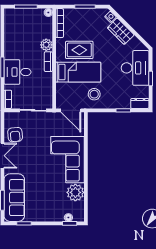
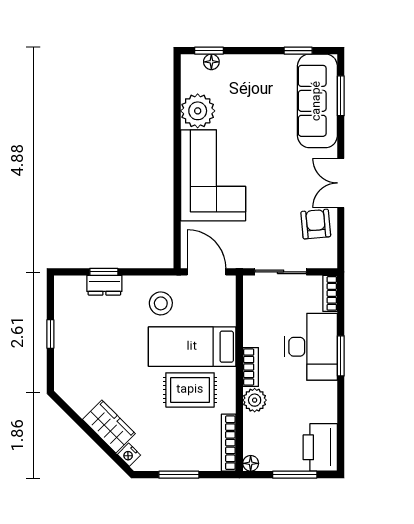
printer: (13, 21) -> (320, 447), added
desk: (135, 68) -> (81, 355), removed
desk: (17, 72) -> (311, 347), width x1.37
dresser: (140, 103) -> (104, 285), moved

